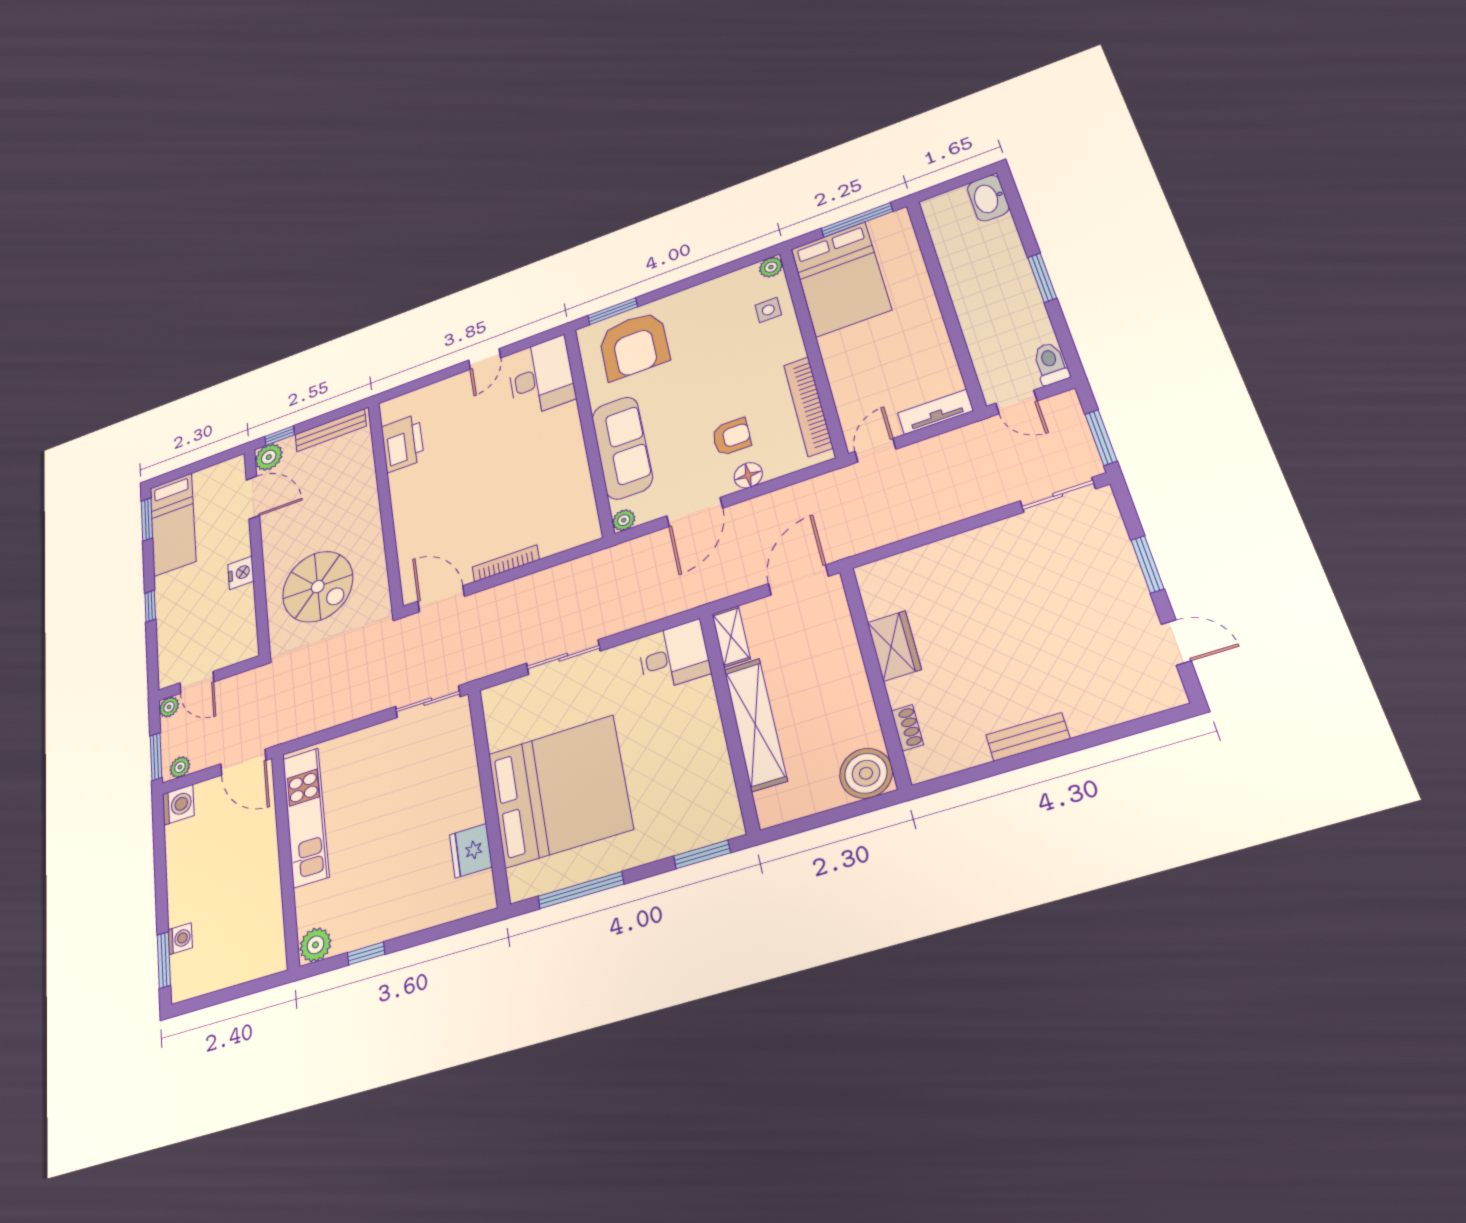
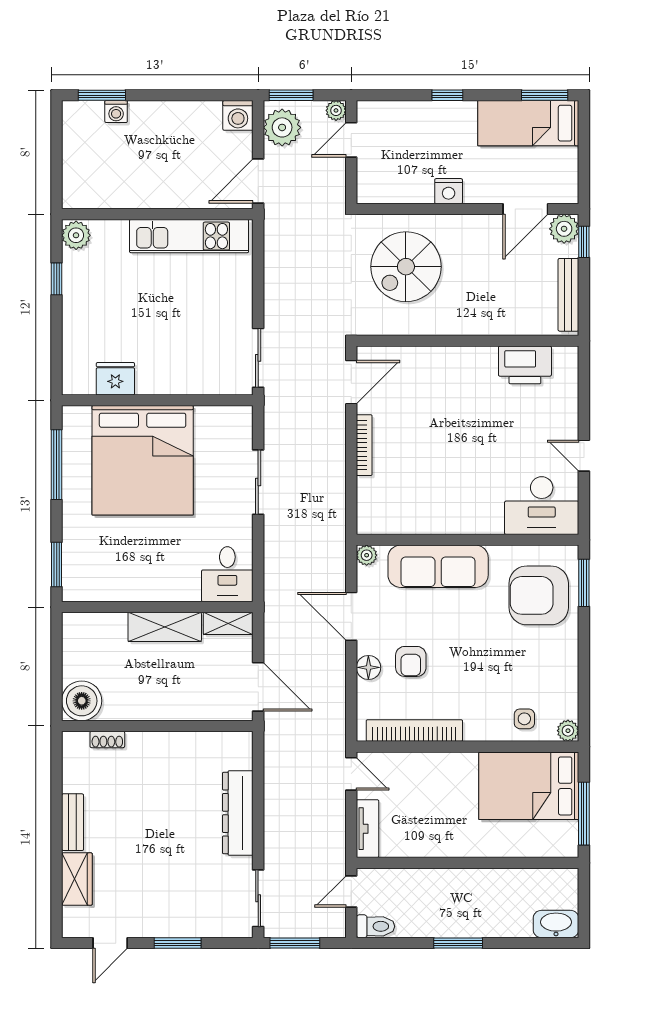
dresser: (958, 552) -> (238, 813), added
wardrobe: (894, 646) -> (77, 879), moved, turned -90
shelving: (755, 724) -> (165, 627), width x0.68
plant: (180, 767) -> (282, 127), width x1.88, depth x1.88

